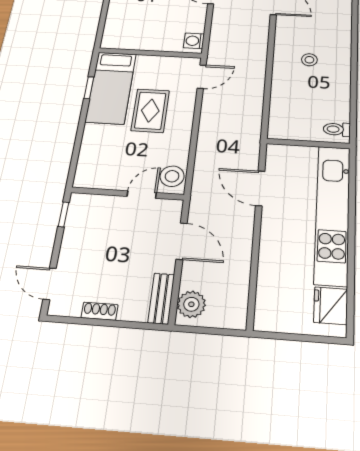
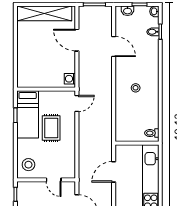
stool: (172, 176) -> (28, 165), moved
door: (260, 188) -> (114, 172), hinge flipped
door: (142, 195) -> (54, 180), swing flipped

